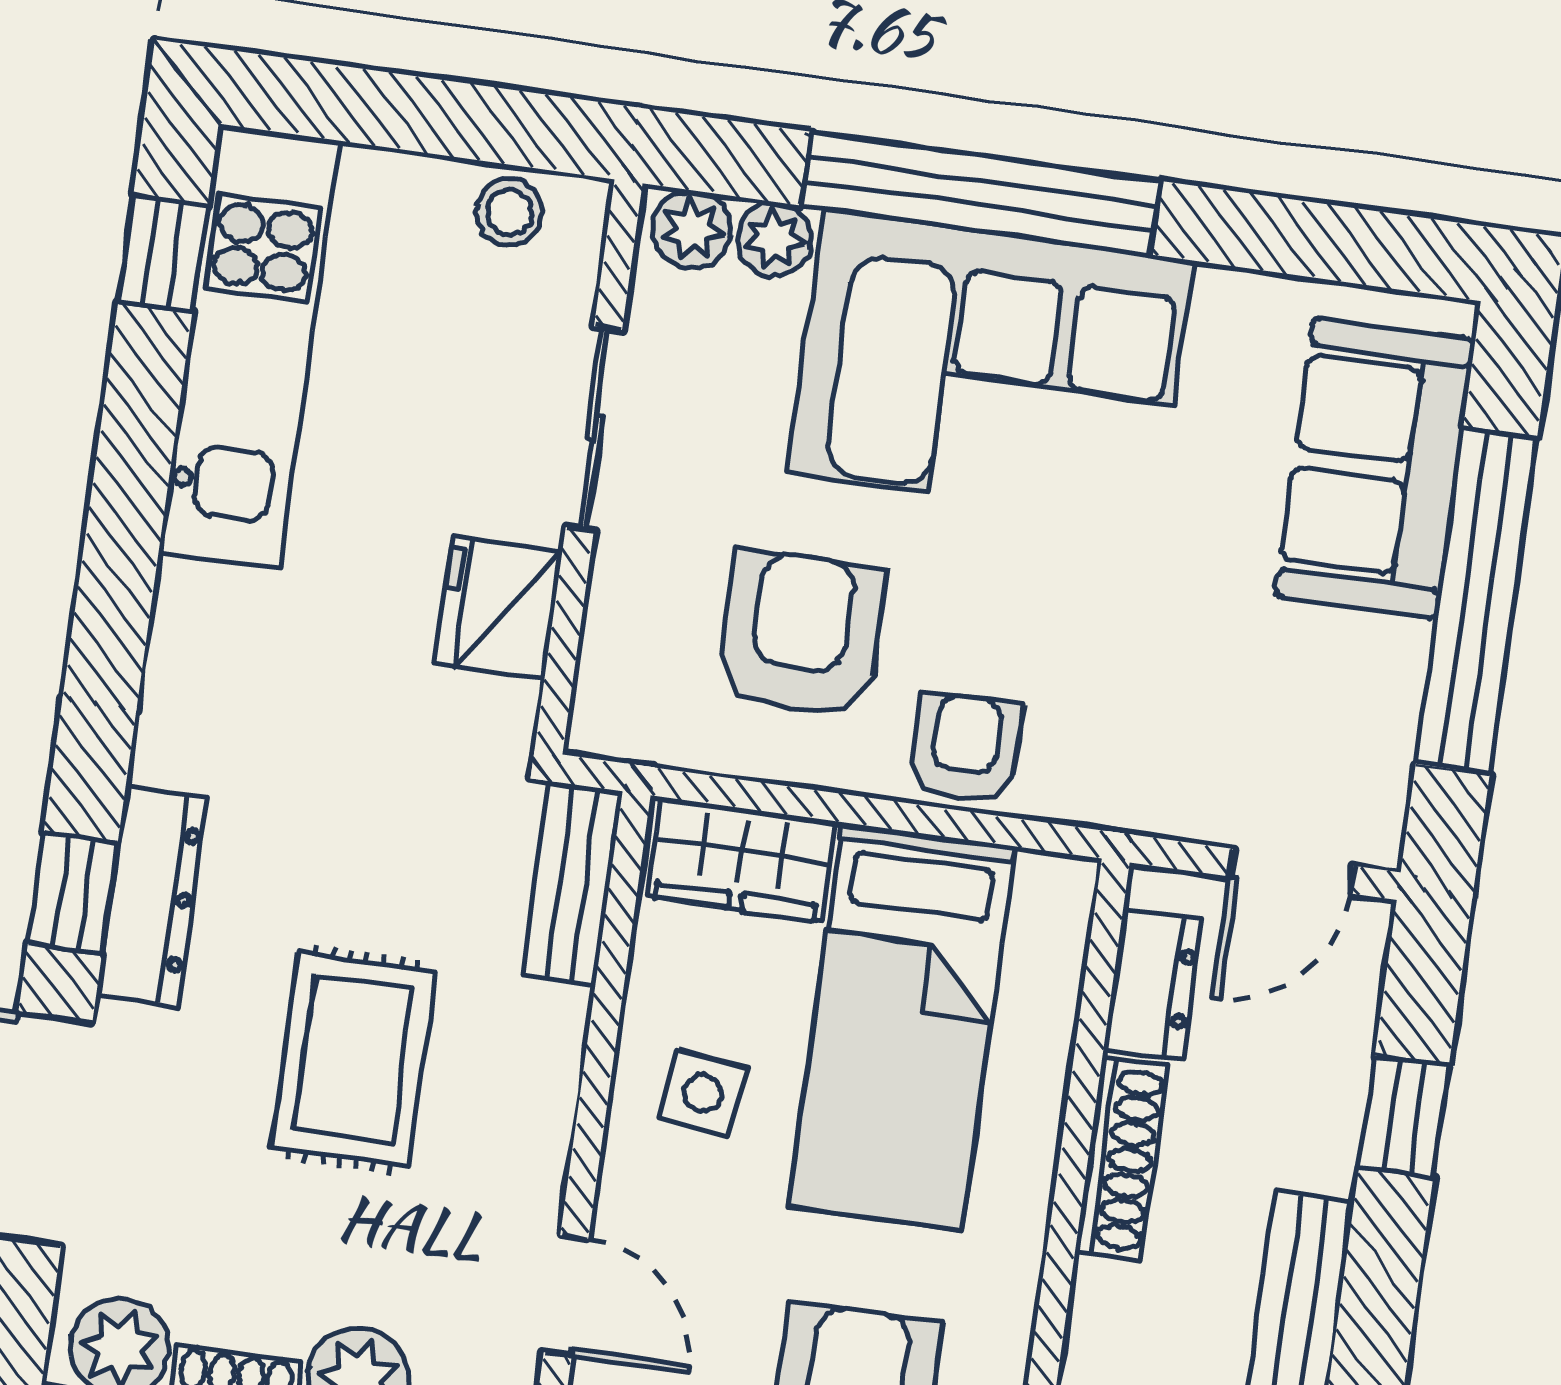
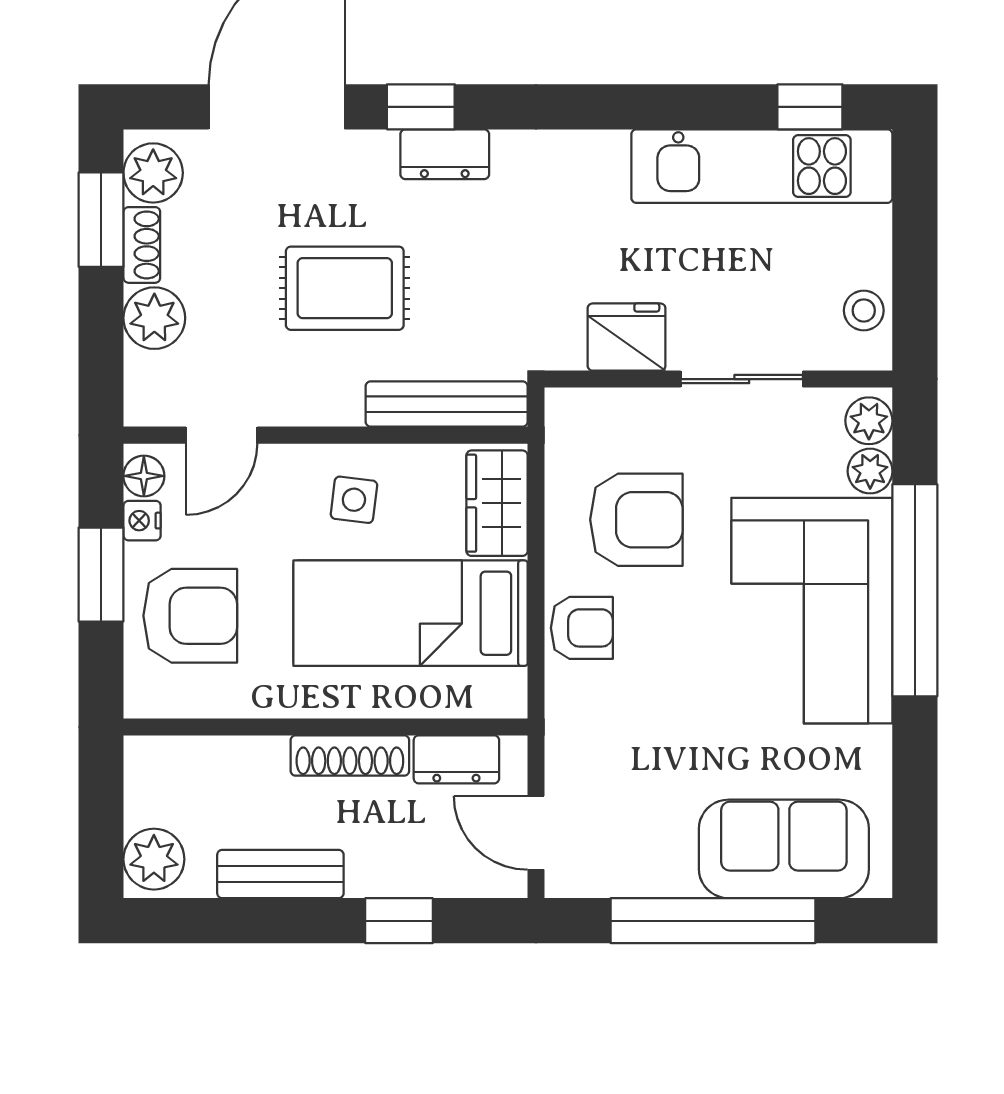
bench: (572, 883) -> (447, 404), width x1.36
dresser: (152, 896) -> (445, 154), width x0.70

